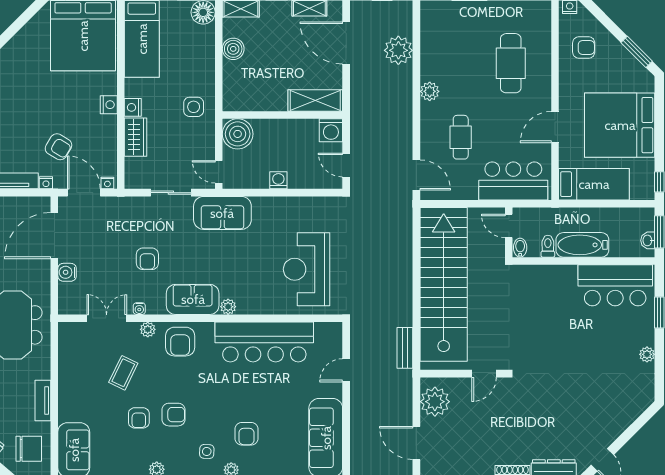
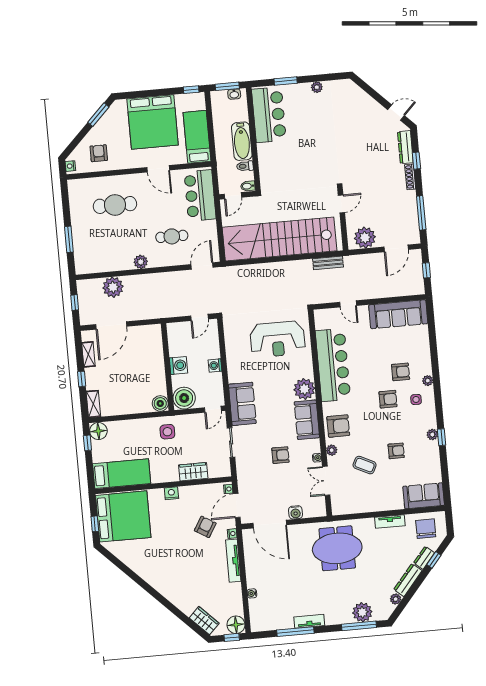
boiler: (233, 49) -> (160, 403), moved
shelving: (315, 100) -> (155, 344), removed
nightstand: (133, 107) -> (172, 476), removed
washing machine: (331, 130) -> (178, 365), moved
plant: (228, 307) -> (304, 389), width x1.87, depth x1.87
door: (484, 374) -> (341, 204), hinge flipped
armchair: (173, 415) -> (388, 399), moved, turned 90

